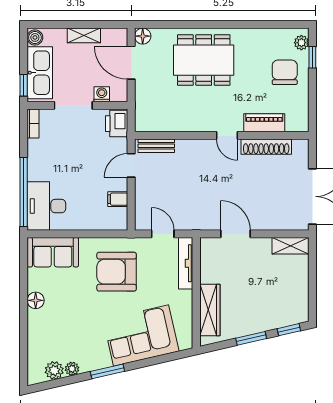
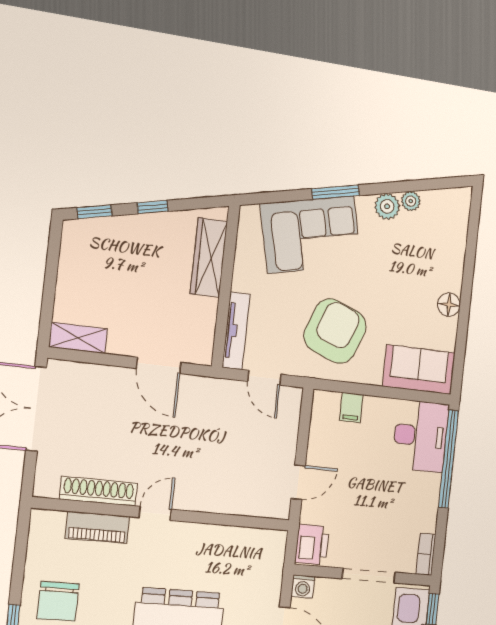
washing machine: (102, 94) -> (303, 587), moved
door: (227, 135) -> (155, 513), hinge flipped
bench: (156, 146) -> (260, 507), removed
filing cabinet: (118, 199) -> (351, 407), moved, turned 90
armchair: (117, 272) -> (335, 331), turned -69
window: (251, 338) -> (153, 207), width x0.67
plant: (54, 370) -> (387, 206), moved
window: (107, 371) -> (336, 192), moved

